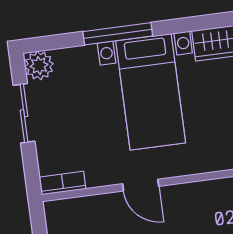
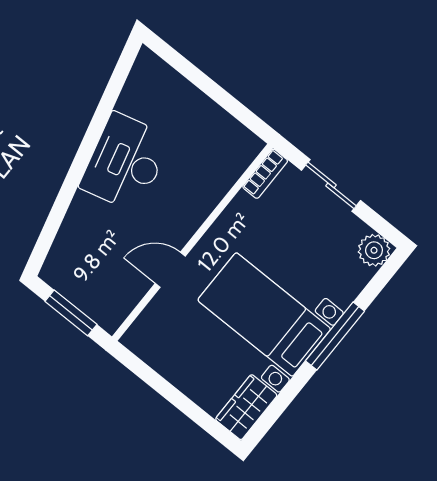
sliding door: (24, 113) -> (331, 185), moved
door: (141, 185) -> (170, 270), moved

